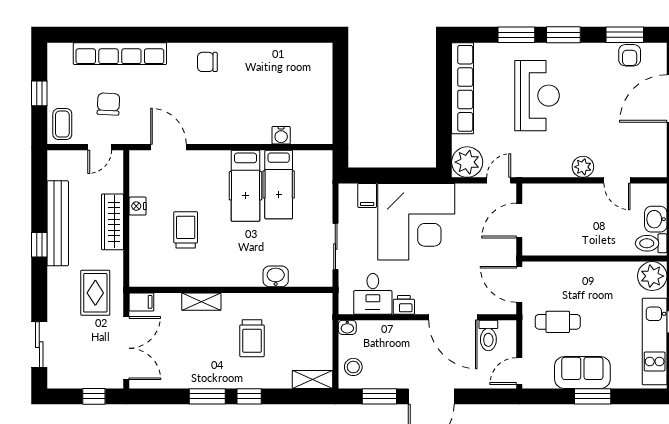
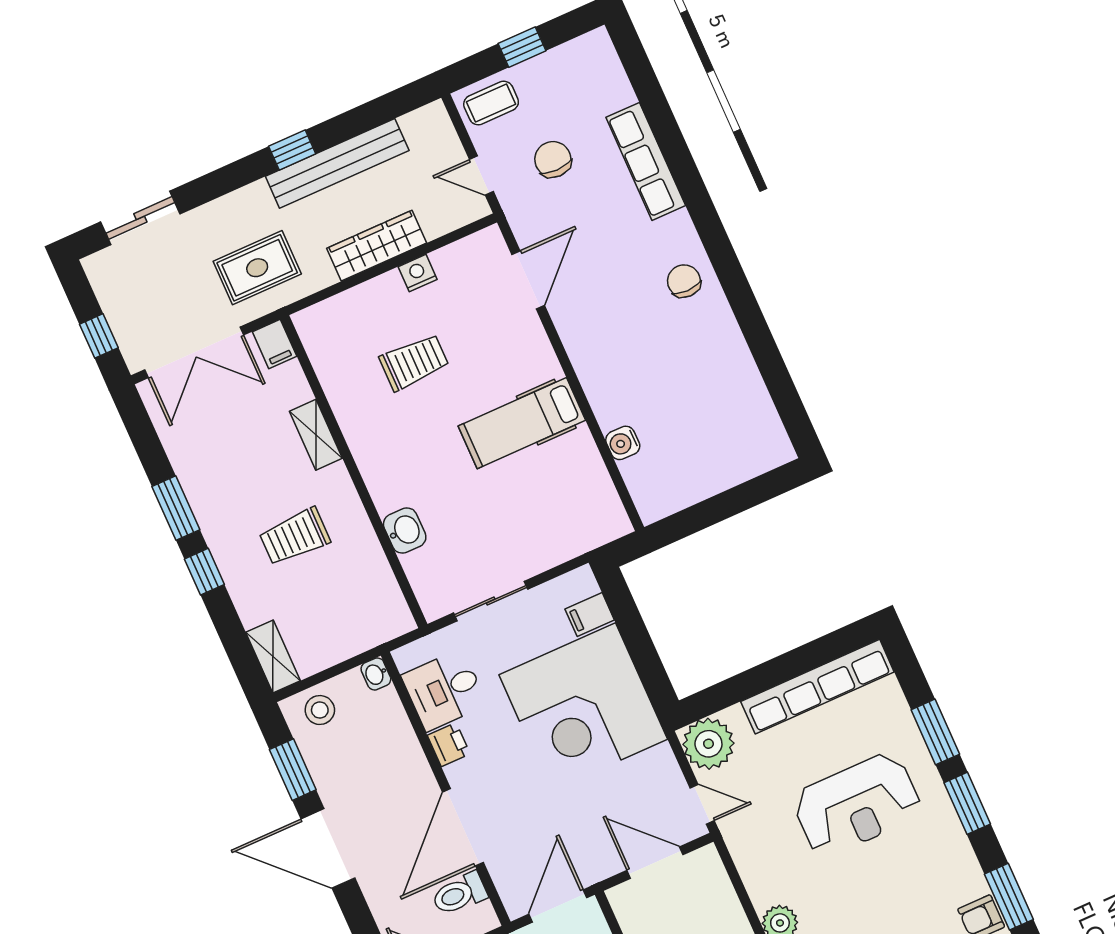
row of seats: (120, 54) -> (646, 161), width x0.73
chair: (108, 104) -> (553, 159), turned -93
hospital bed: (279, 184) -> (546, 473), removed

